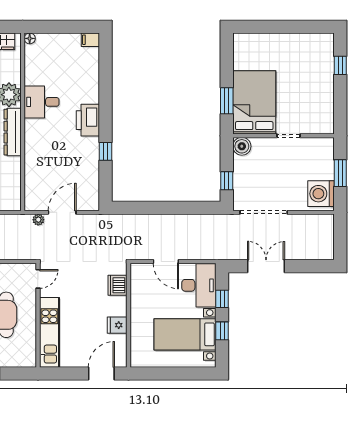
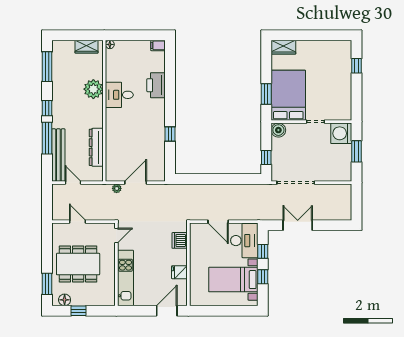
wardrobe: (248, 42) -> (283, 47), added
printer: (88, 120) -> (156, 85), moved
dresser: (13, 132) -> (96, 147), moved
washing machine: (321, 194) -> (341, 133), moved

